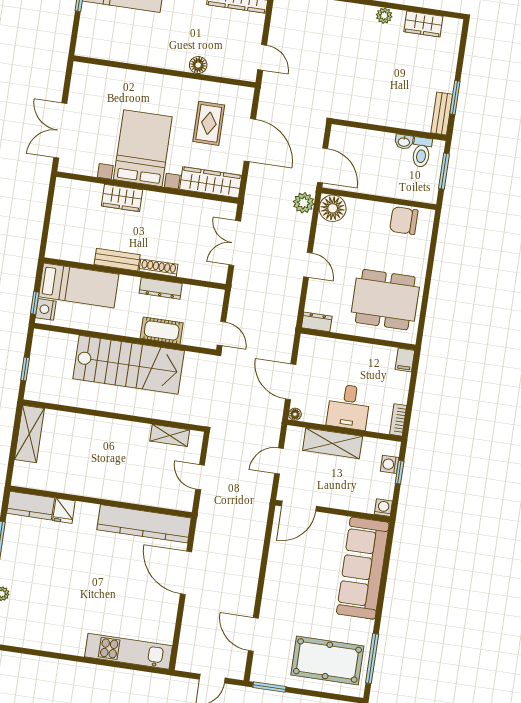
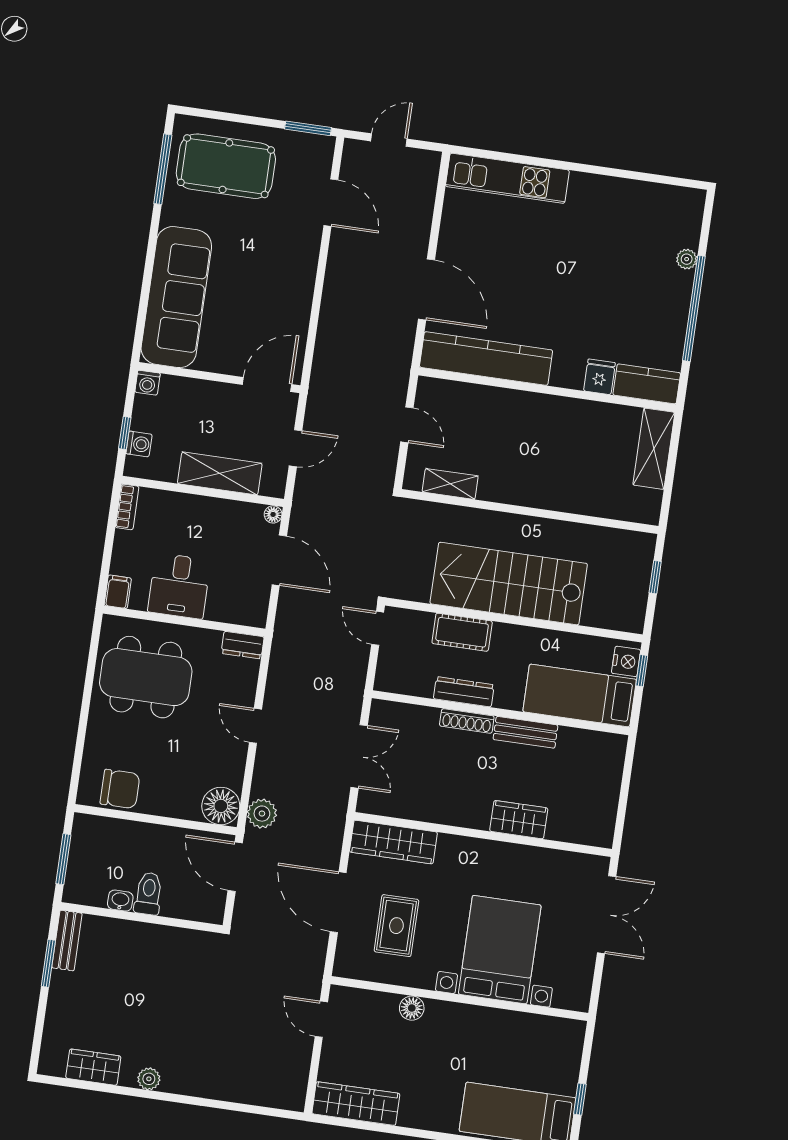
bed with nightstands: (143, 148) -> (500, 950), moved, turned 180
toilet: (422, 152) -> (148, 894), moved
desk: (349, 407) -> (179, 586), moved, turned 180
shelving: (29, 434) -> (654, 449), moved

